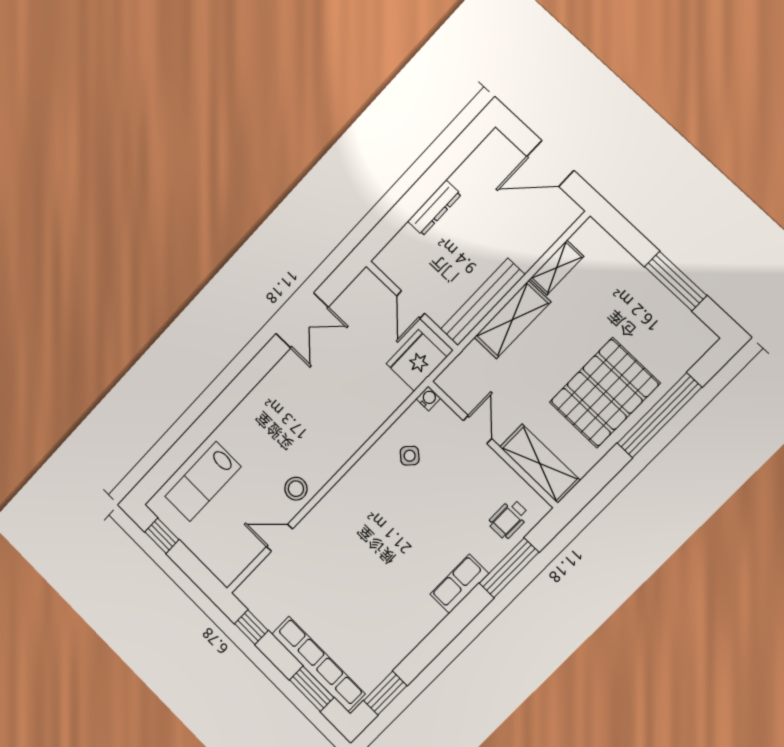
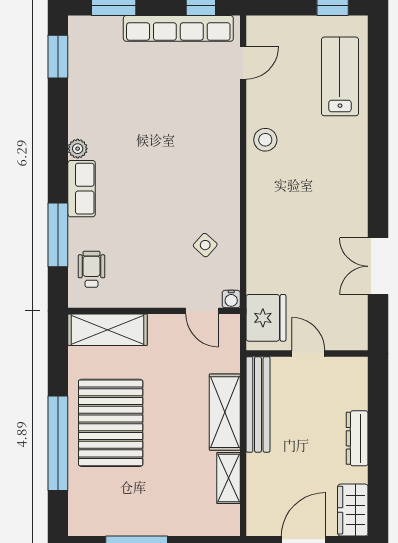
wardrobe: (488, 157) -> (353, 510), added
door: (477, 430) -> (202, 311), moved
door: (279, 538) -> (243, 63), moved
plant: (434, 615) -> (78, 149), added
row of seats: (318, 664) -> (178, 28), moved

